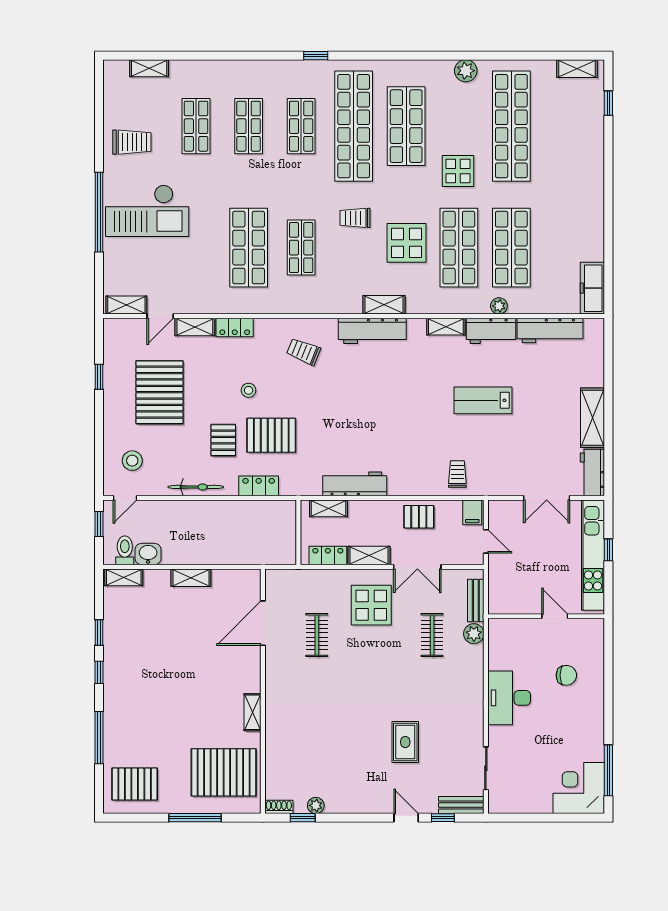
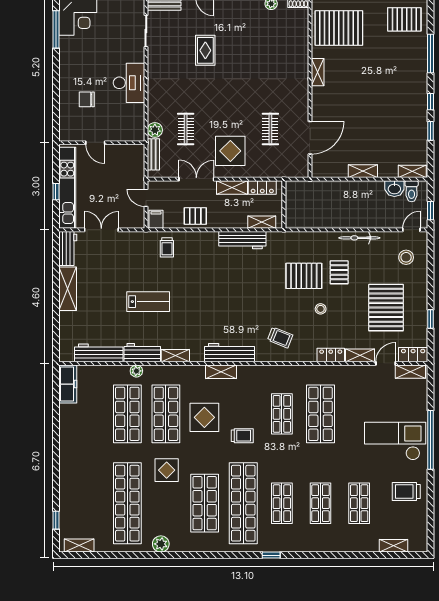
locker: (259, 486) -> (413, 355), moved, turned 180

